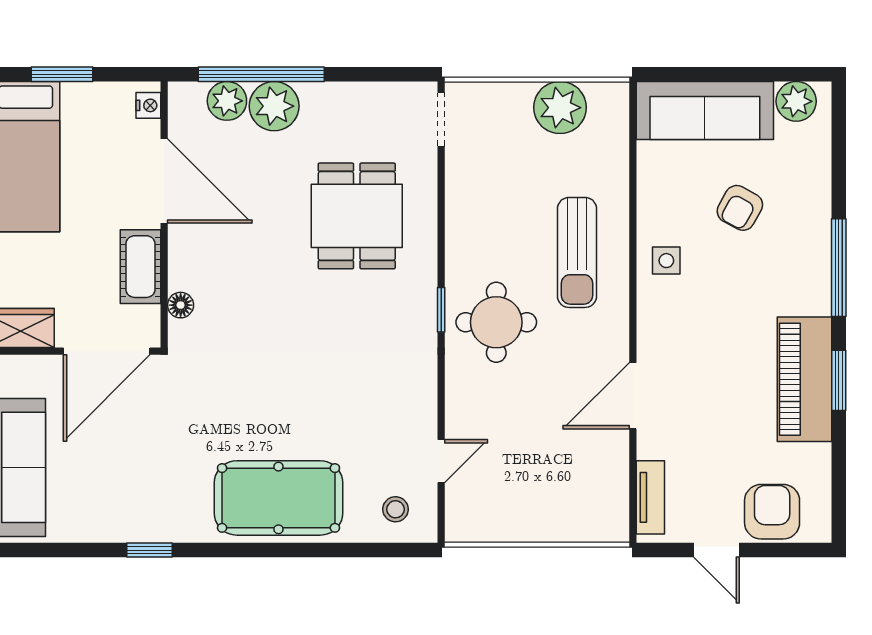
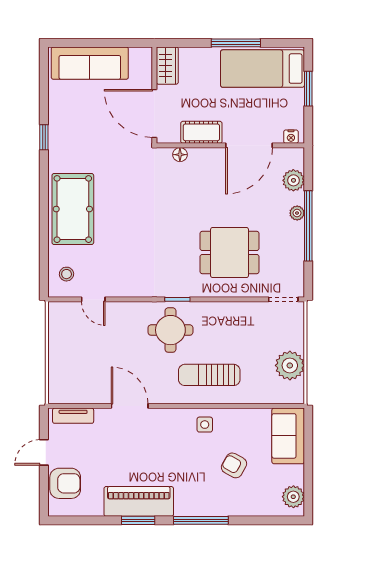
window: (261, 74) -> (308, 226), moved
plant: (274, 106) -> (297, 213), width x0.53, depth x0.53
sofa: (705, 110) -> (288, 436), width x0.73

